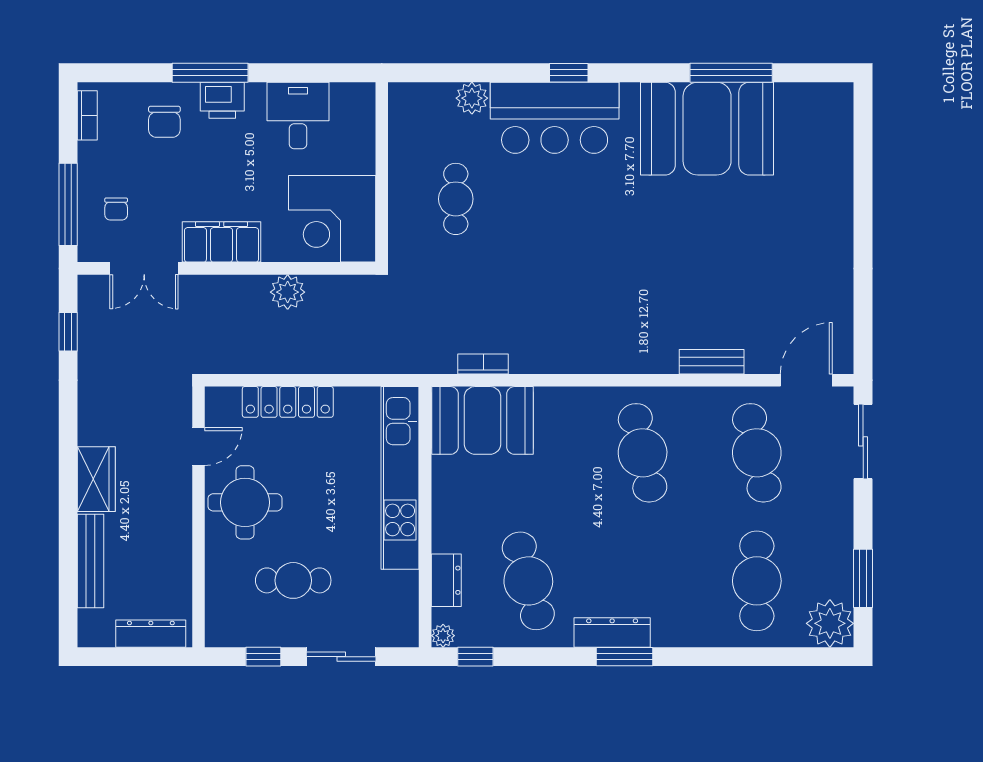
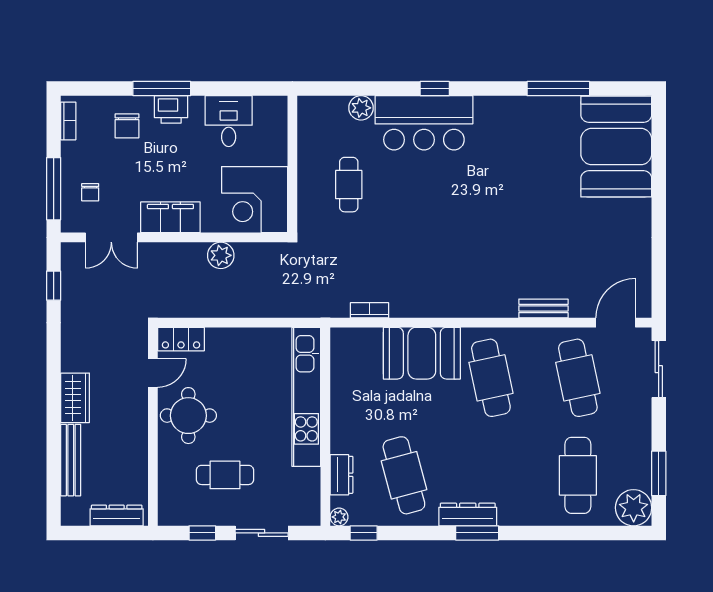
booth: (707, 129) -> (616, 147), moved, turned 90
locker: (288, 402) -> (181, 339), moved, width x0.66
booth: (483, 420) -> (422, 353), moved

